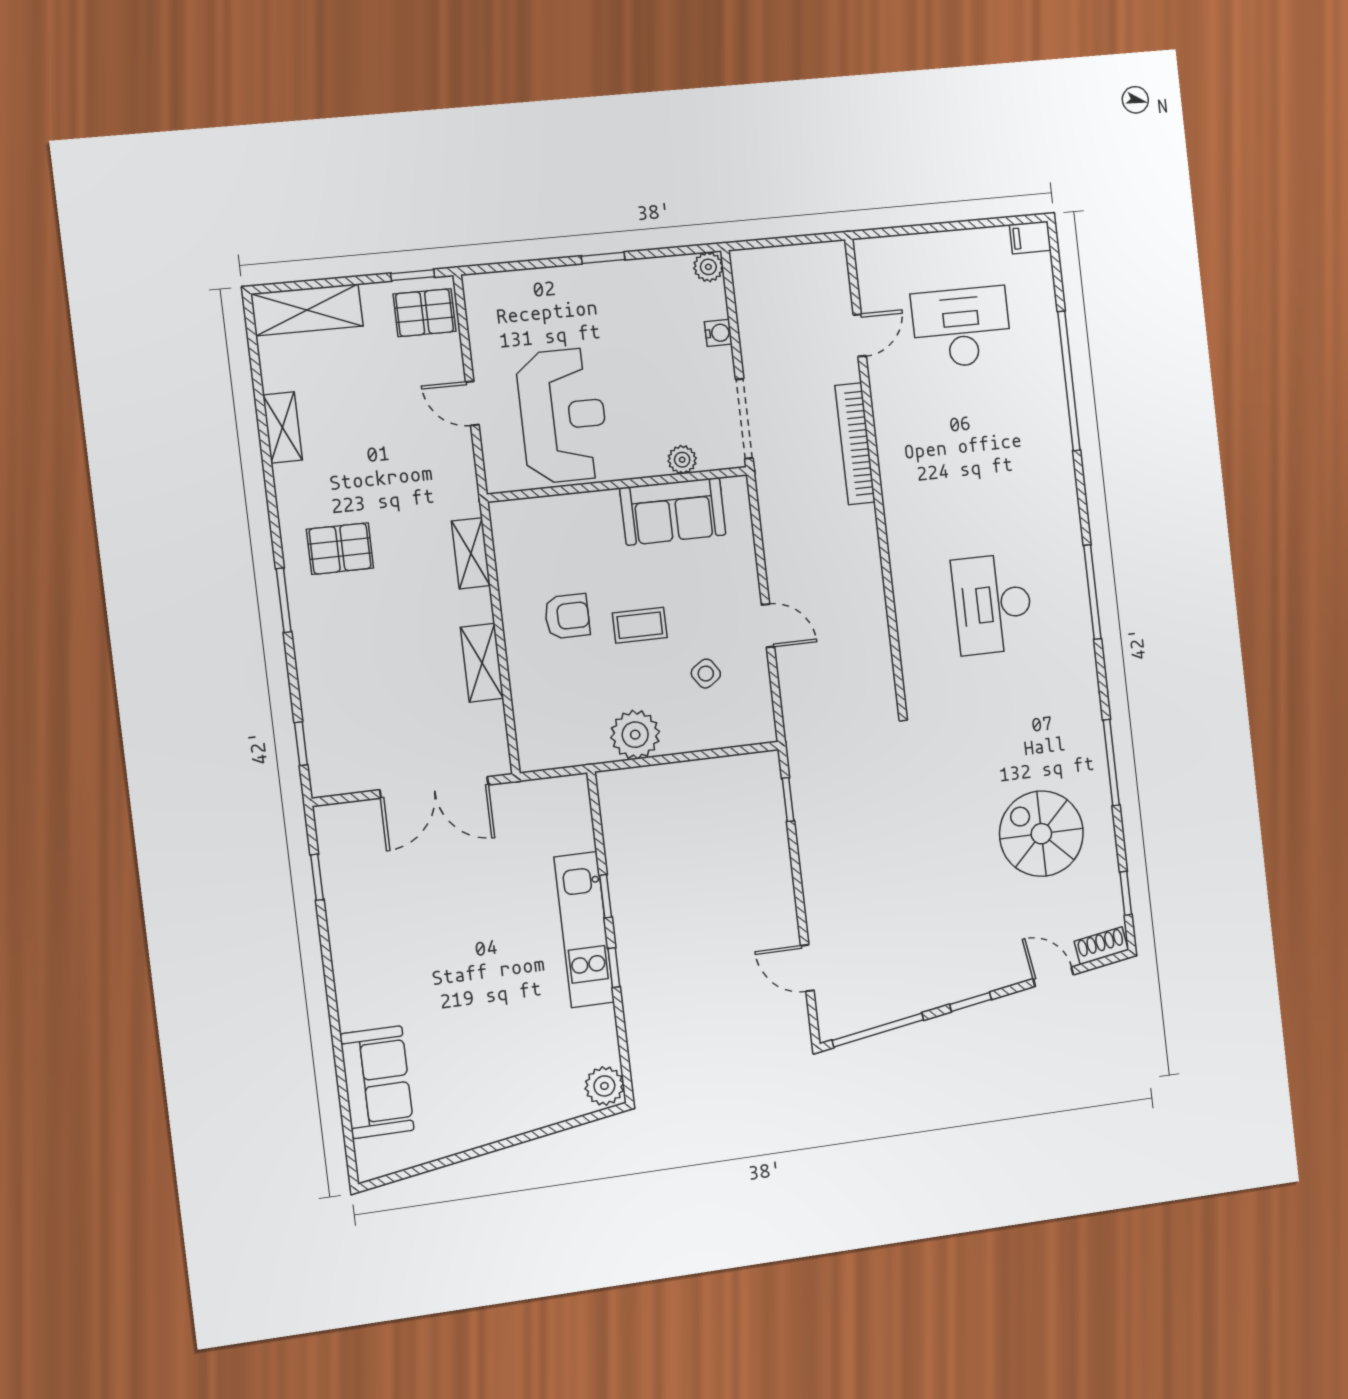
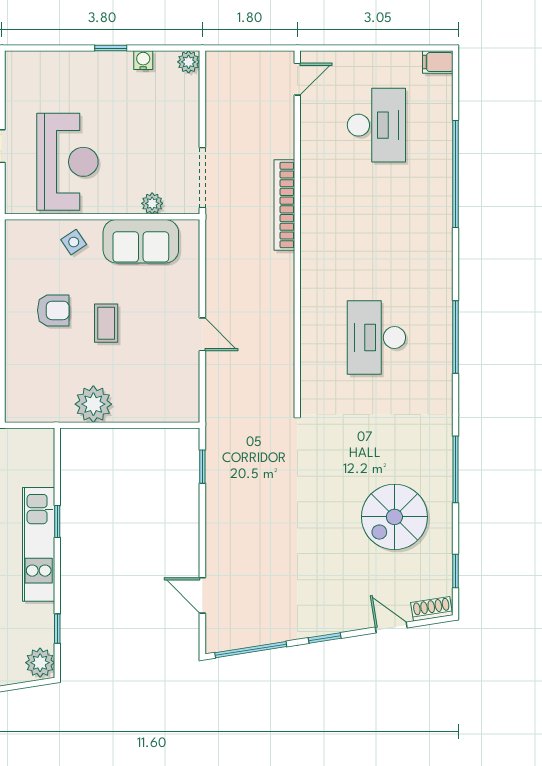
desk: (962, 327) -> (376, 125), turned 90
water cooler: (718, 333) -> (143, 60), moved, turned -90
door: (860, 335) -> (297, 79), moved
coffee table: (640, 625) -> (106, 323), turned 90
side table: (706, 674) -> (74, 242), moved
spiral stairs: (1041, 834) -> (394, 517), turned -90
window: (614, 968) -> (57, 629), moved

